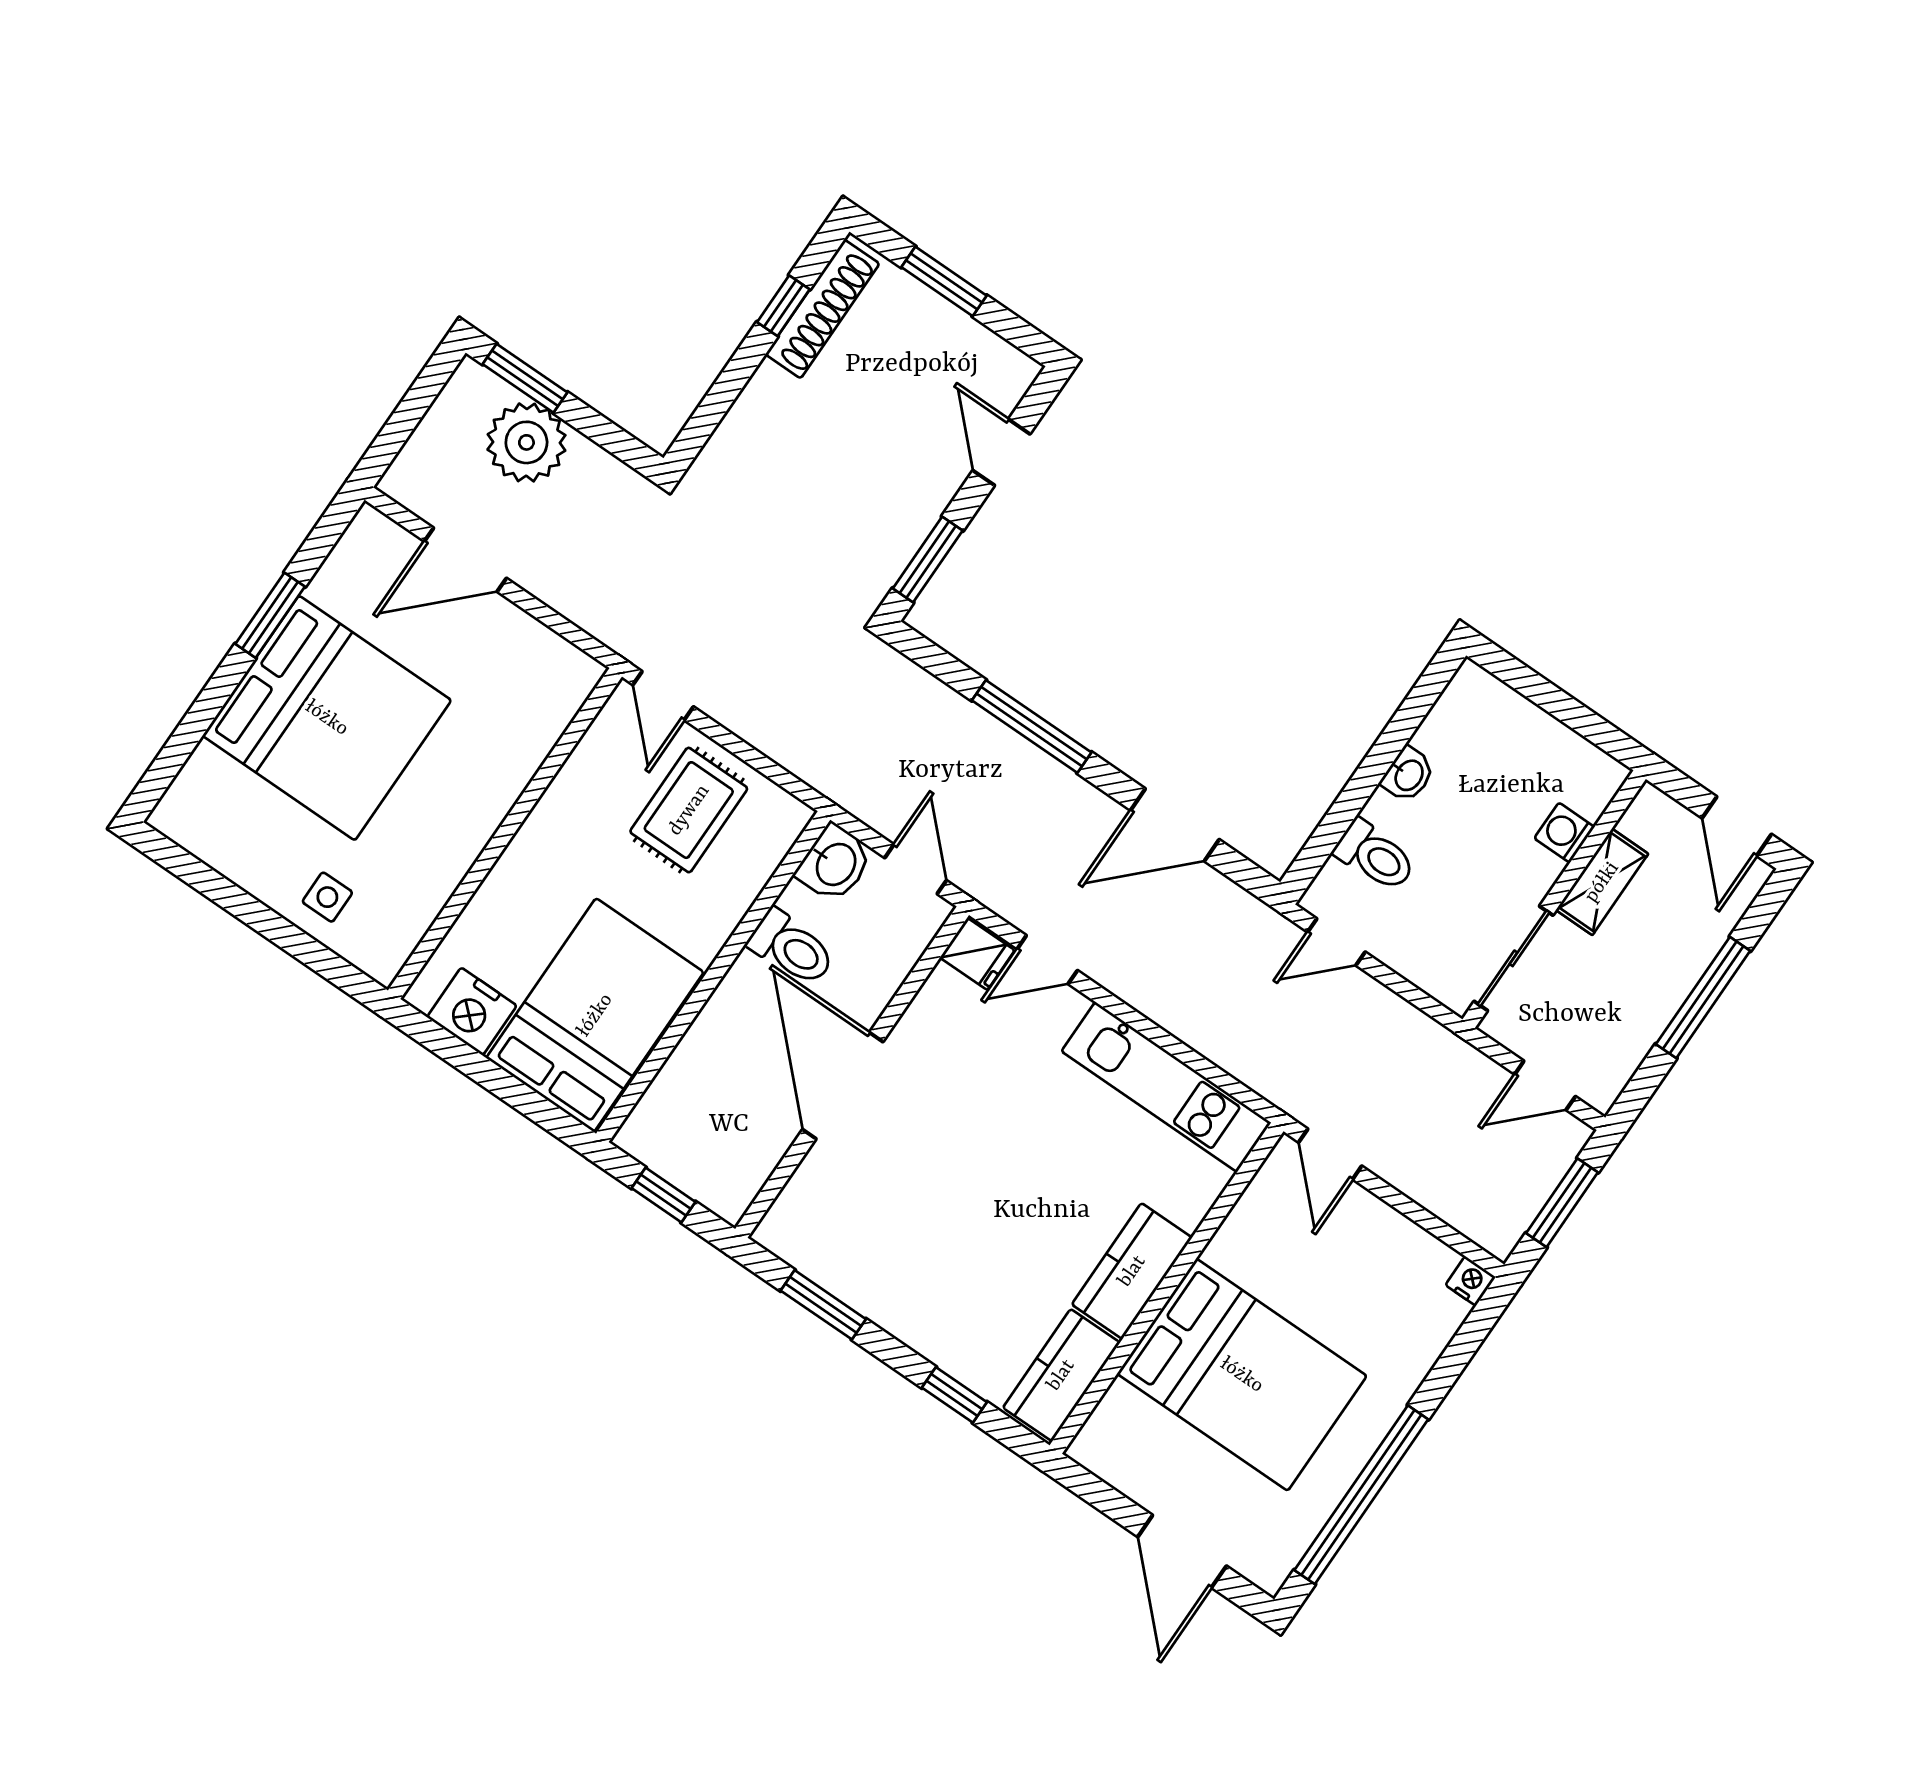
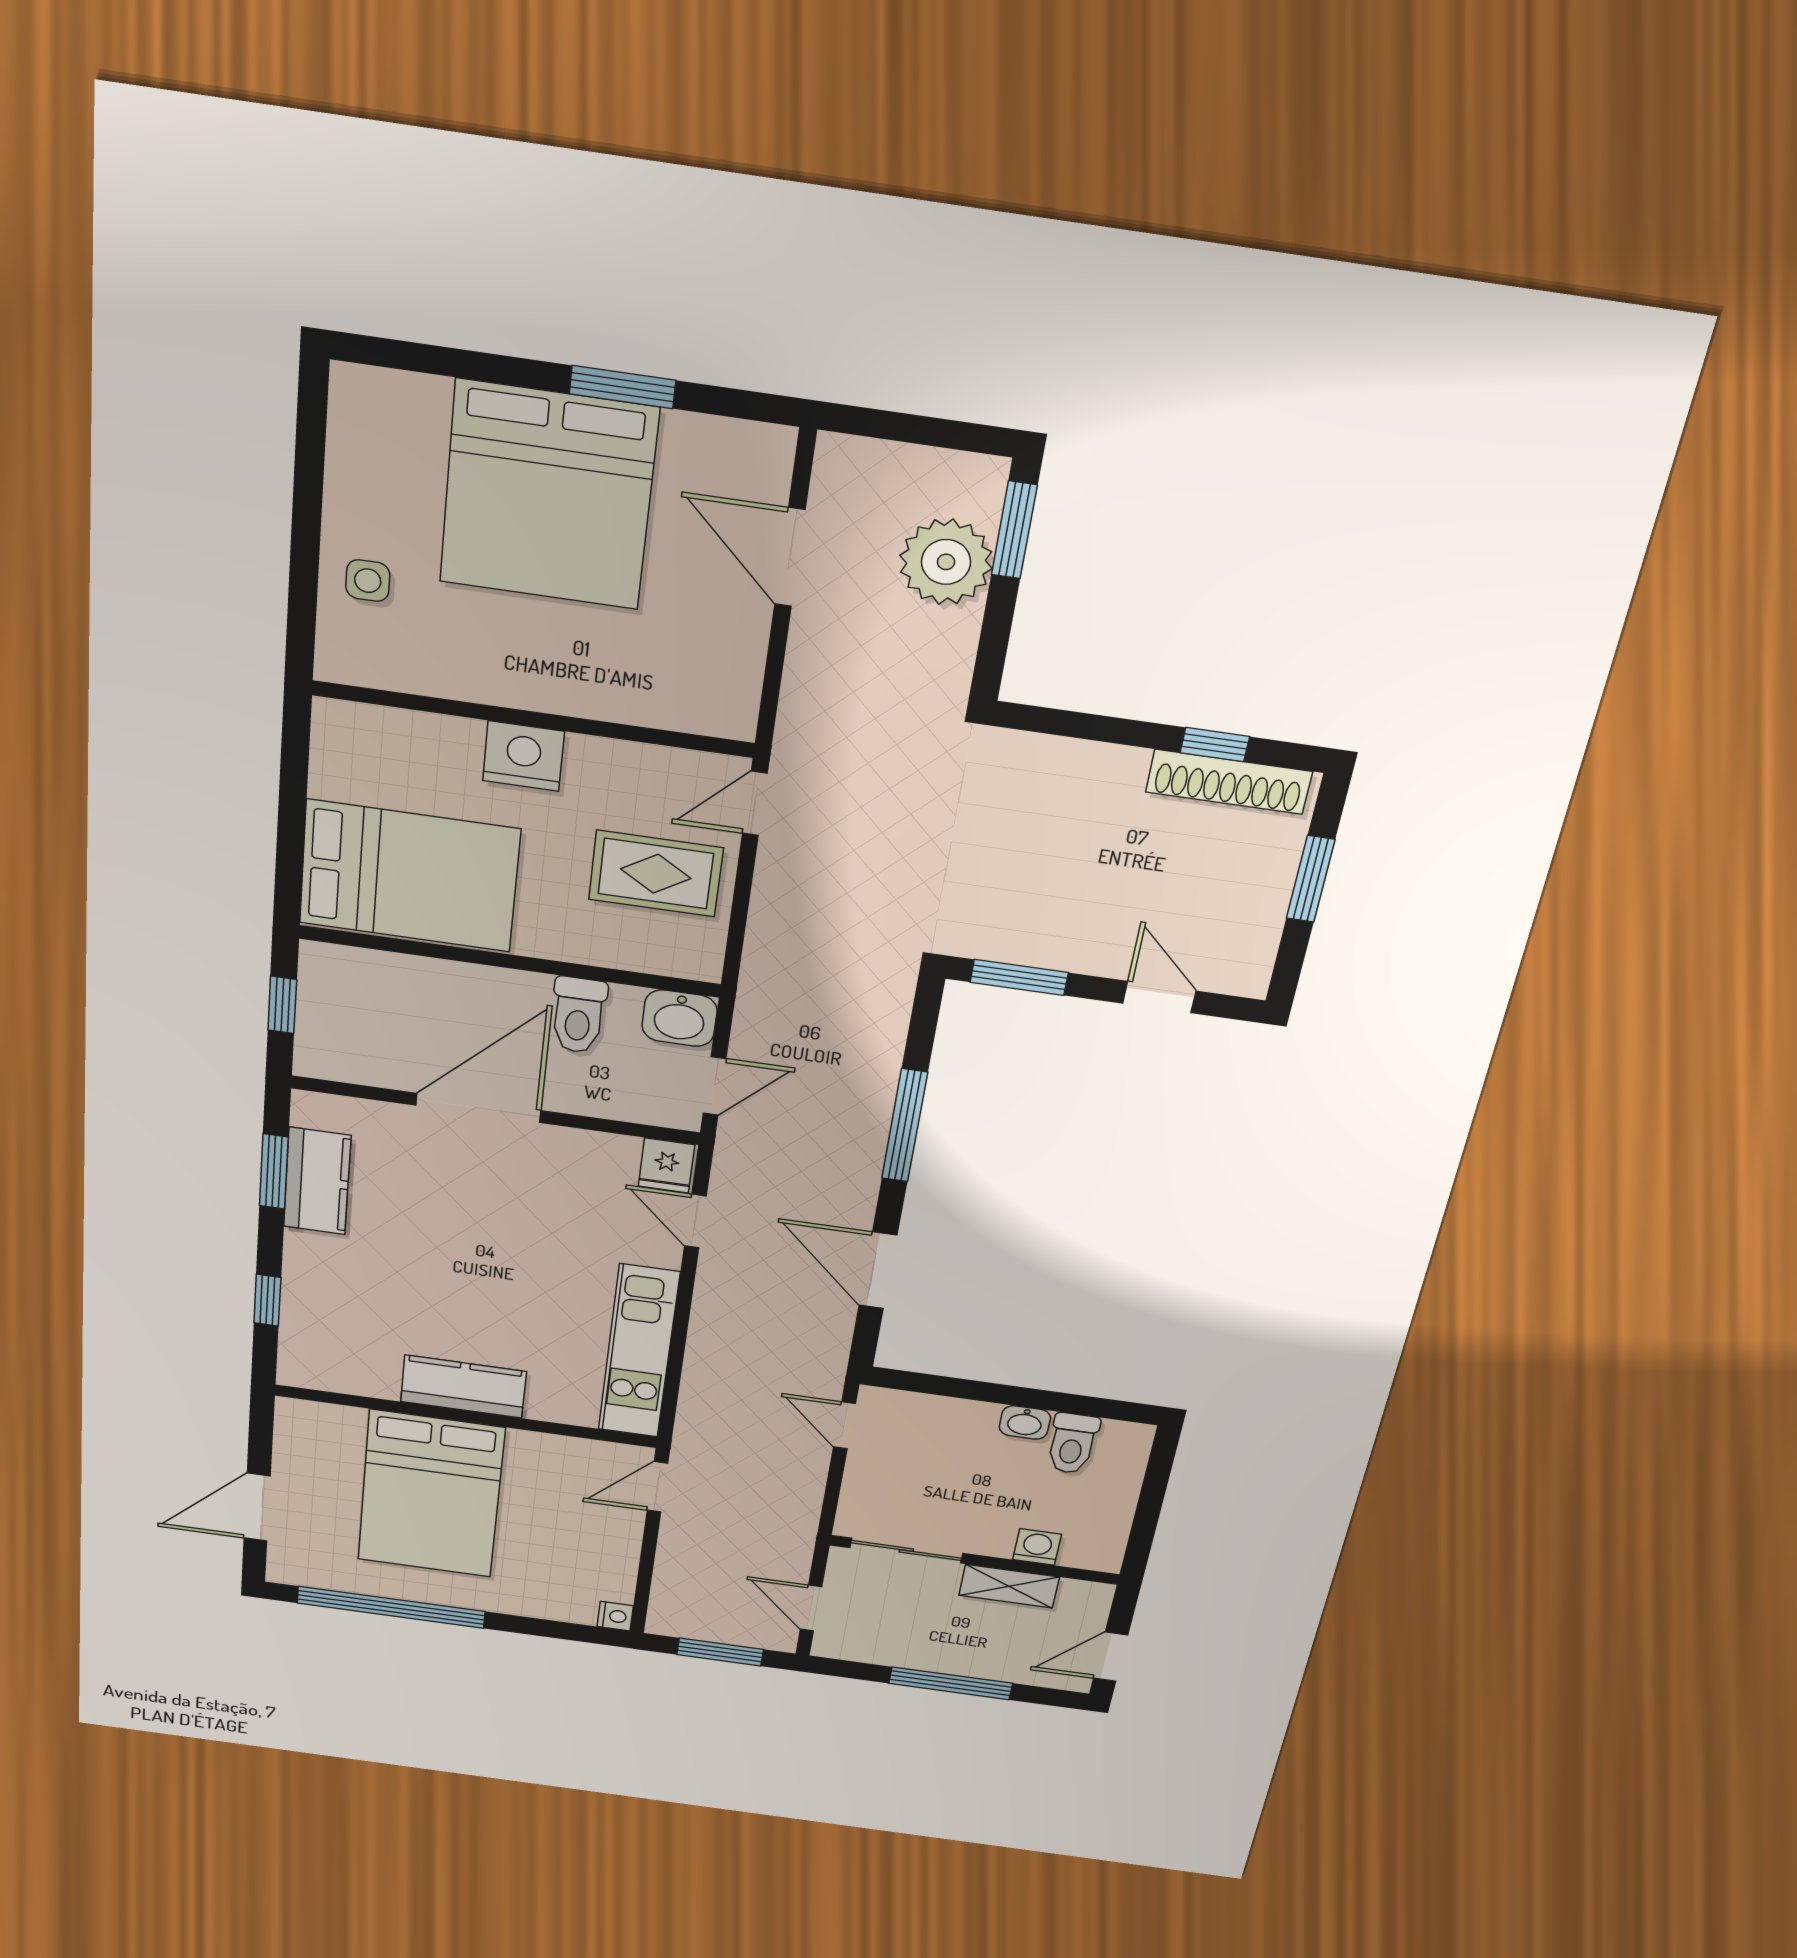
door: (1001, 452) -> (1159, 997), hinge flipped
toilet: (1375, 856) -> (1072, 1443), moved
nightstand: (472, 1011) -> (523, 756), moved, turned 90
kitchen counter: (1061, 1375) -> (317, 1181), moved, turned 90

